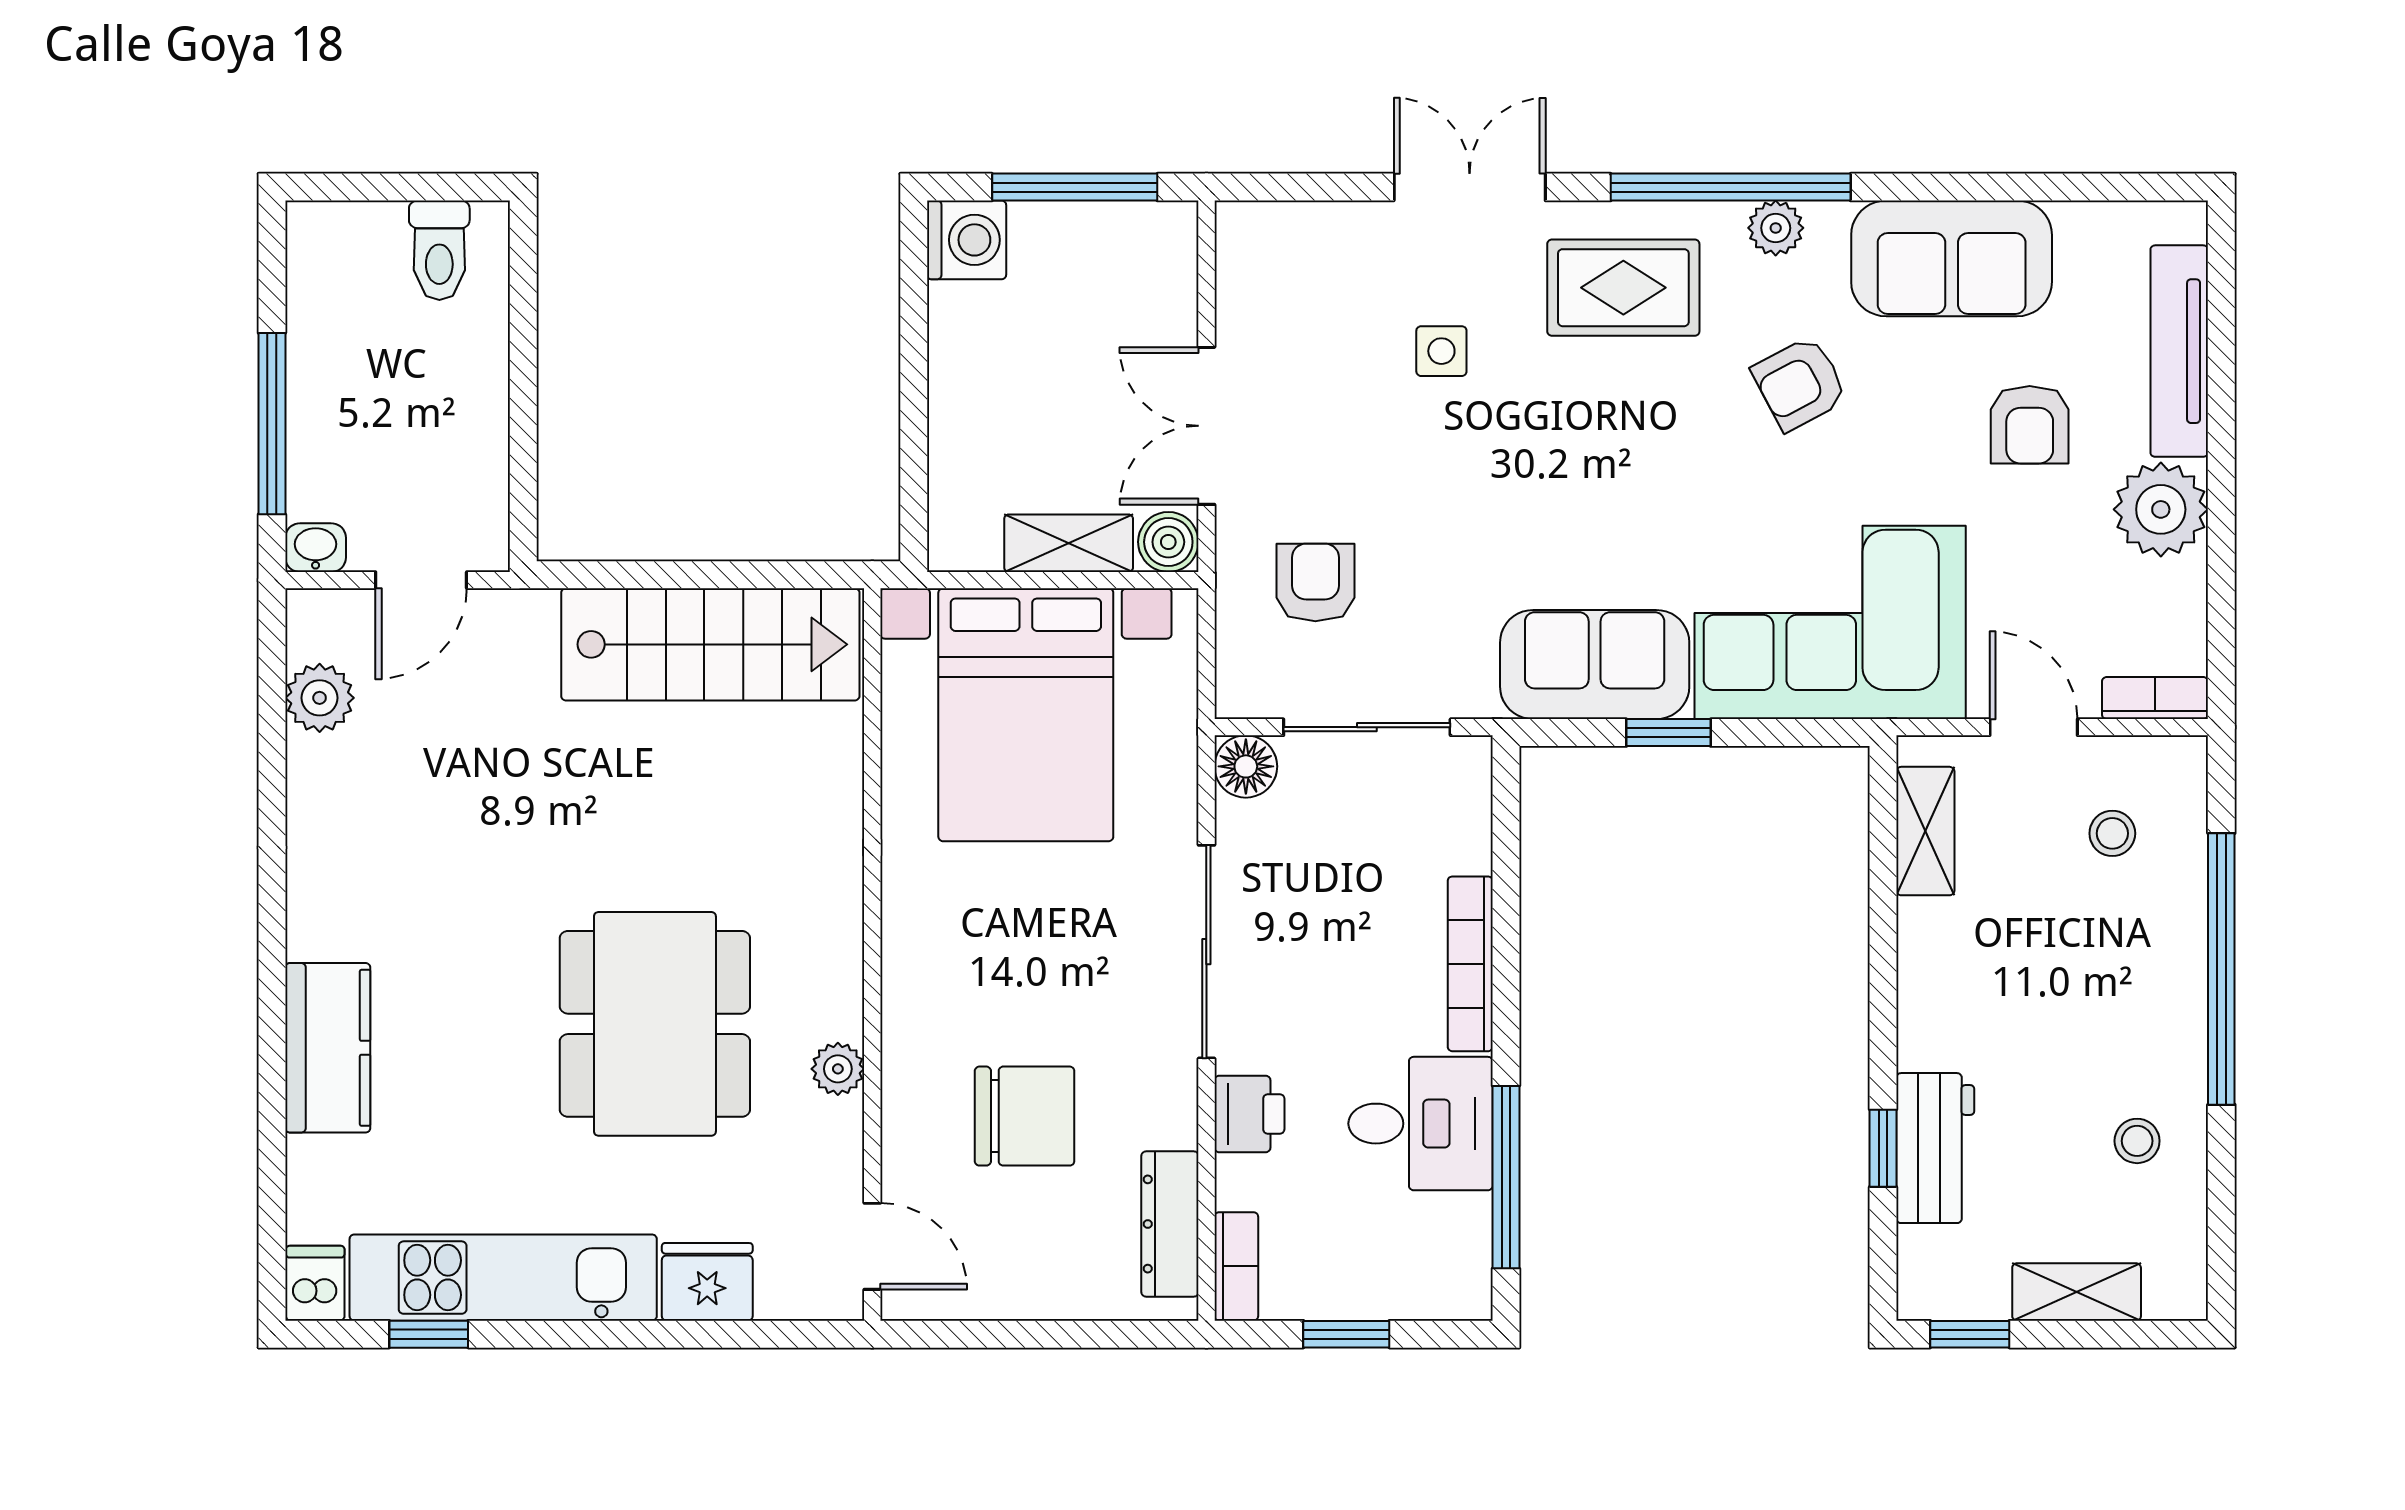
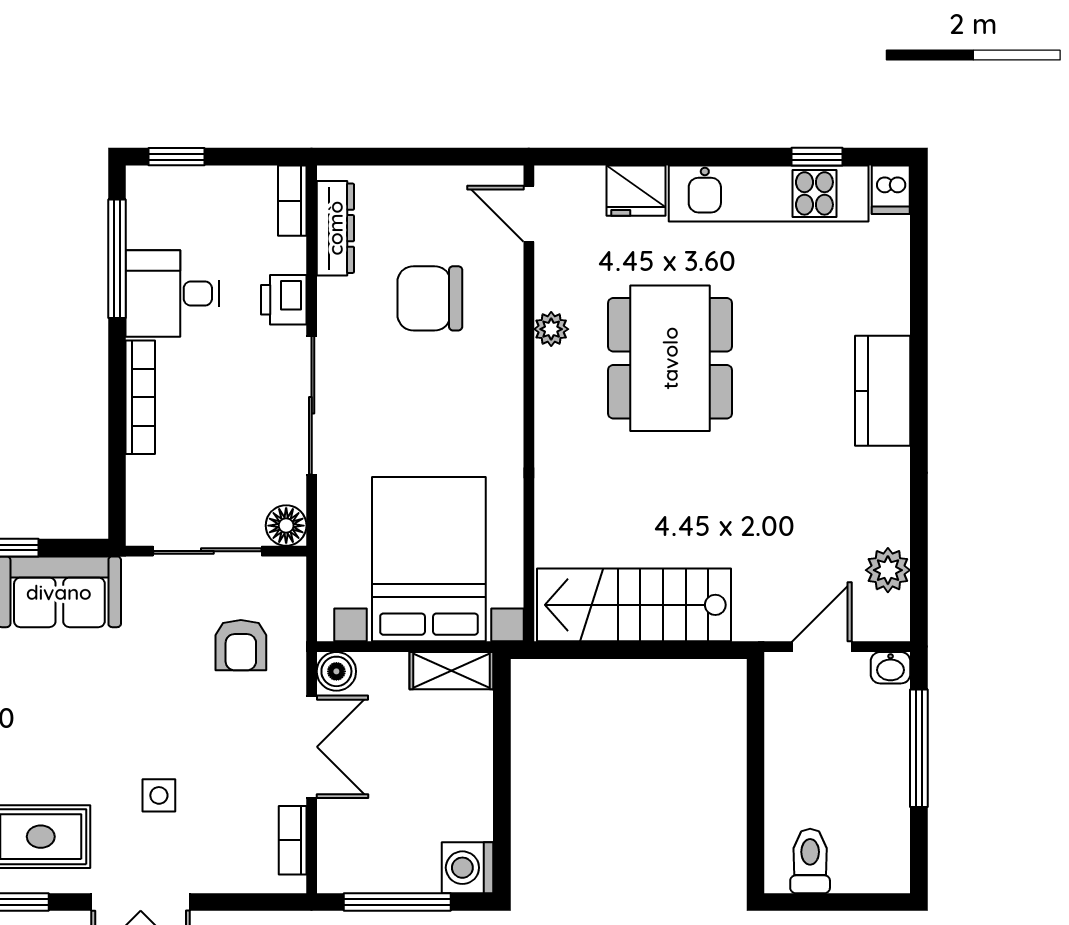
bookcase: (1236, 282) -> (293, 840), added
shelving: (1069, 543) -> (451, 671), moved
kitchen counter: (328, 1048) -> (883, 391), moved
window: (1346, 1334) -> (176, 157), moved

